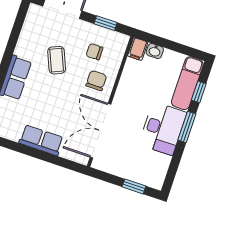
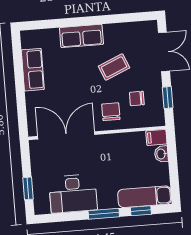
chair: (94, 52) -> (137, 99), turned -90
chair: (96, 81) -> (111, 112), turned -90
desk: (163, 128) -> (73, 194), moved
row of seats: (41, 140) -> (33, 70), moved

